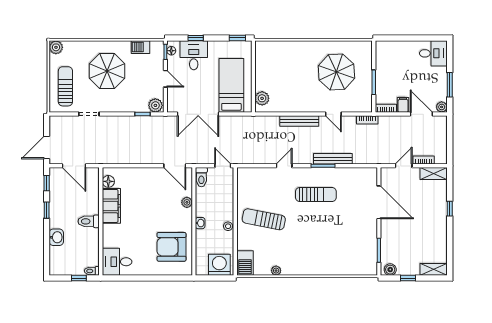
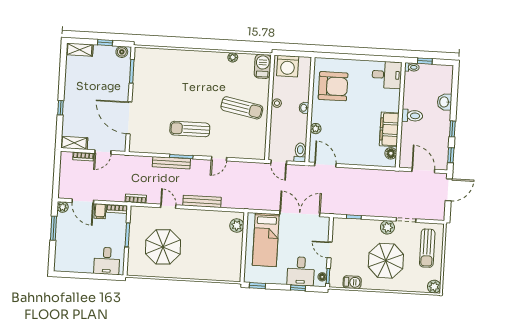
desk: (433, 53) -> (107, 261), moved, turned -90
plant: (155, 105) -> (387, 227), moved

